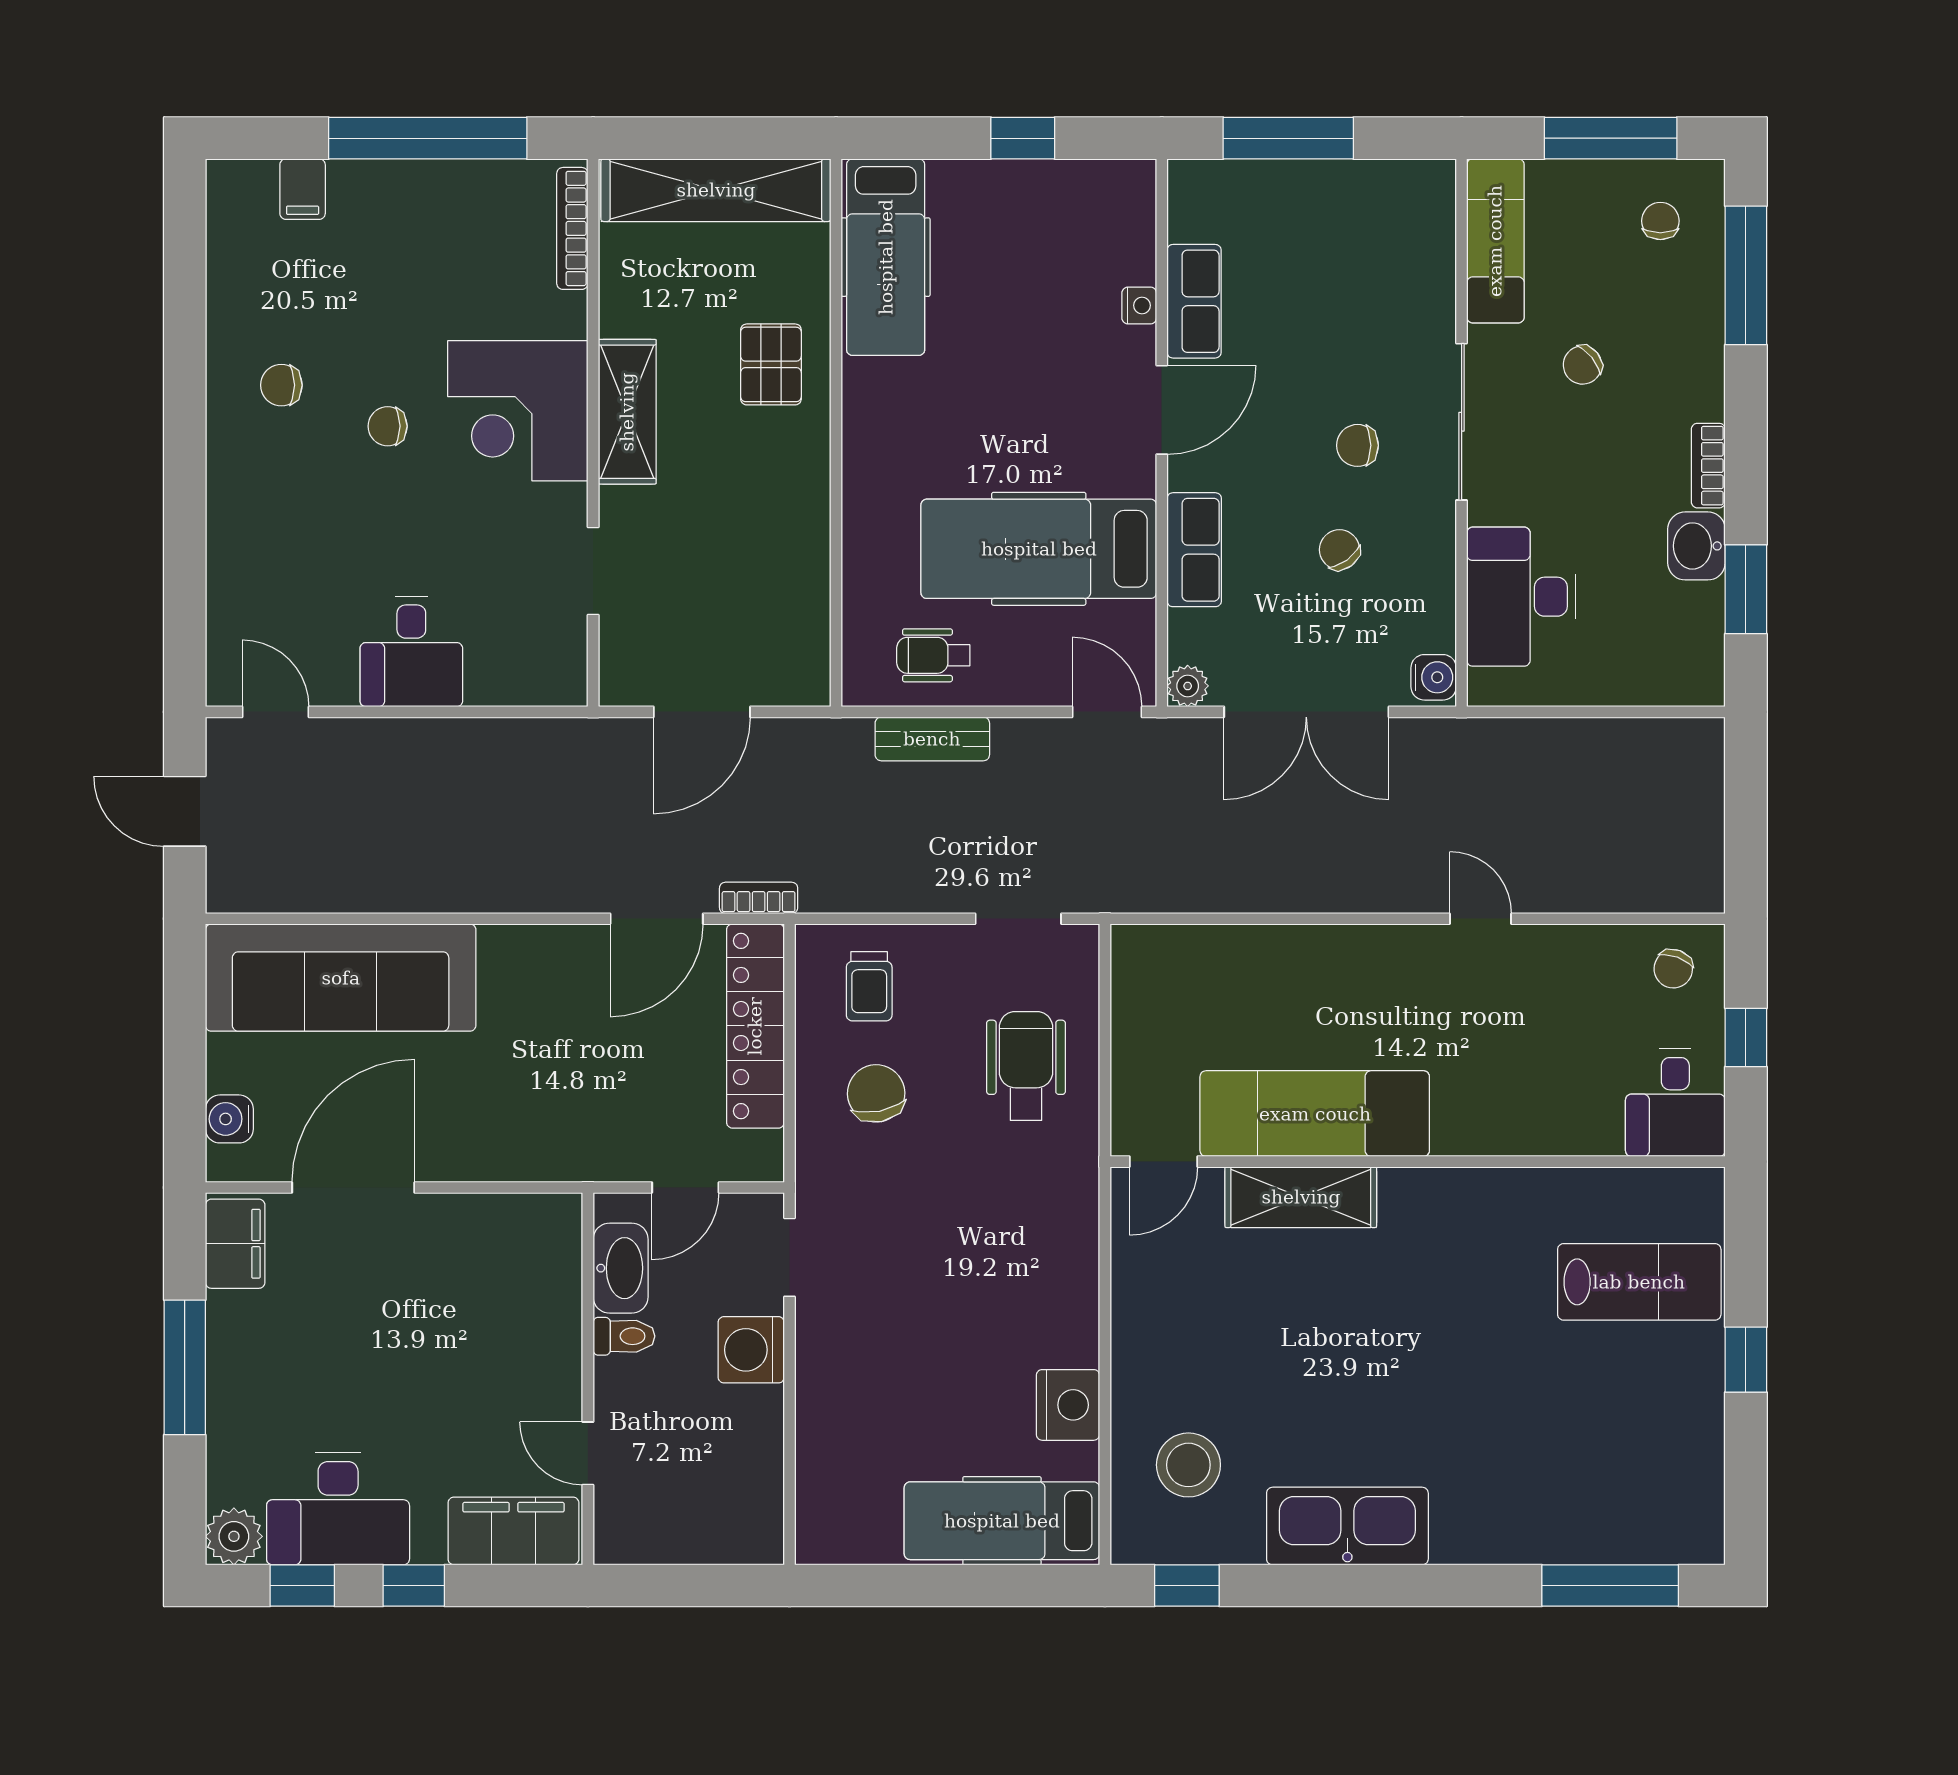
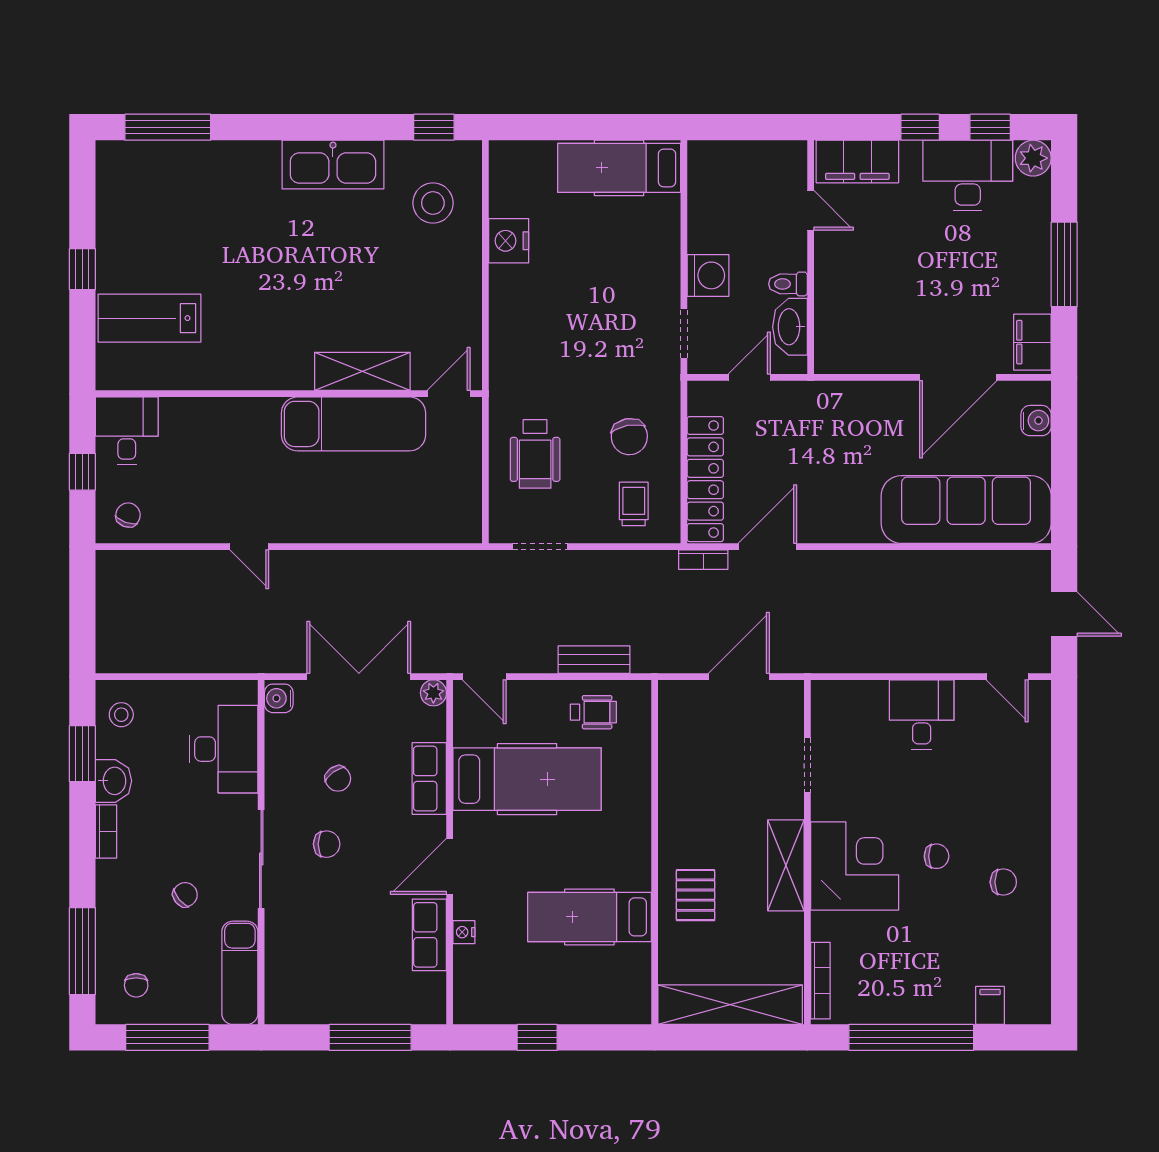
hospital bed: (886, 257) -> (589, 917), moved, turned -90
stool: (1684, 651) -> (121, 715), added
hospital bed: (1002, 1521) -> (619, 168), moved, turned 180

